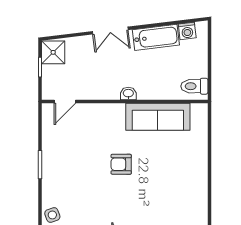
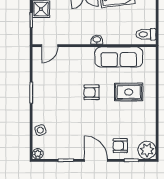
rug: (171, 164) -> (129, 92), added

